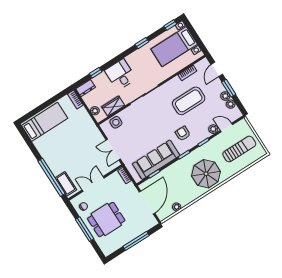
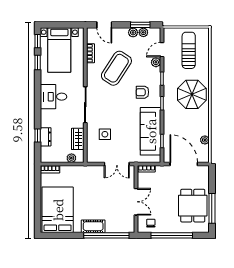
window: (142, 43) -> (38, 62), moved
desk: (120, 75) -> (54, 97), moved
dresser: (86, 88) -> (46, 137), moved
window: (229, 88) -> (140, 25), moved
coffee table: (189, 101) -> (116, 68), turned 33
bed: (45, 122) -> (58, 210), width x1.50
side table: (116, 122) -> (105, 134), moved
cot: (66, 184) -> (93, 226), moved
double door: (93, 184) -> (136, 202), swing flipped
dining table: (106, 220) -> (193, 206), moved
window: (85, 229) -> (172, 235), width x1.46
window: (136, 241) -> (212, 208), moved

